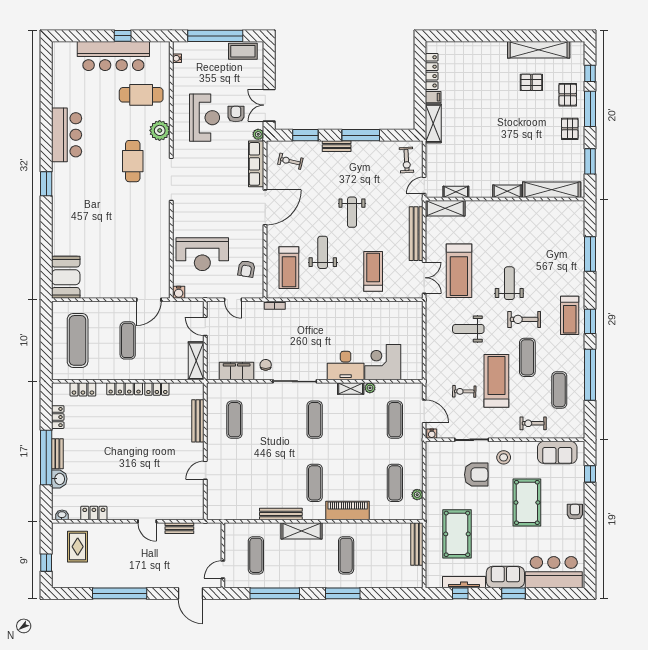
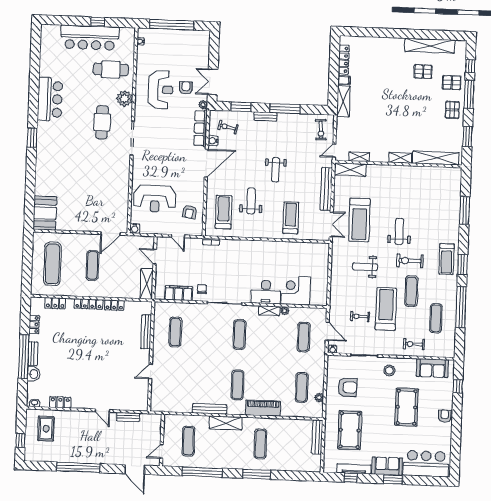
coffee table: (243, 51) -> (193, 38), removed
pallet: (568, 95) -> (452, 83), turned 90
water cooler: (272, 179) -> (213, 141), added
treadmill: (289, 268) -> (224, 212), turned 180
armchair: (476, 475) -> (347, 387), moved

